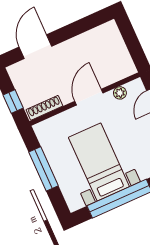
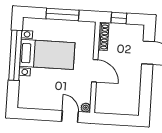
plant: (120, 93) -> (86, 108), moved

